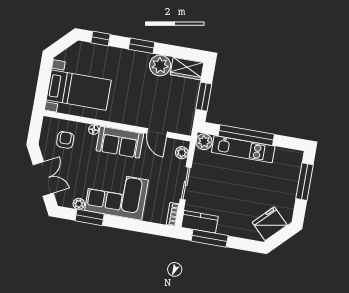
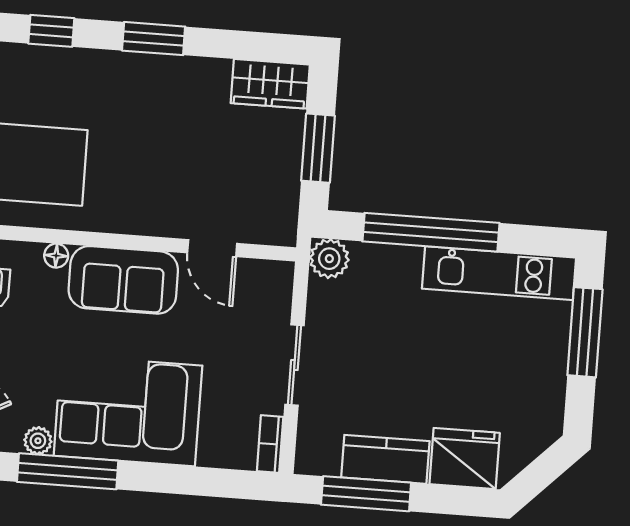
plant: (160, 65) -> (203, 83), removed
kitchen unit: (243, 149) -> (499, 273), moved
plant: (182, 153) -> (278, 291), removed
window: (90, 217) -> (68, 471), width x1.44
kitchen counter: (200, 222) -> (385, 459), moved
fridge: (270, 224) -> (465, 458), moved, turned 45

